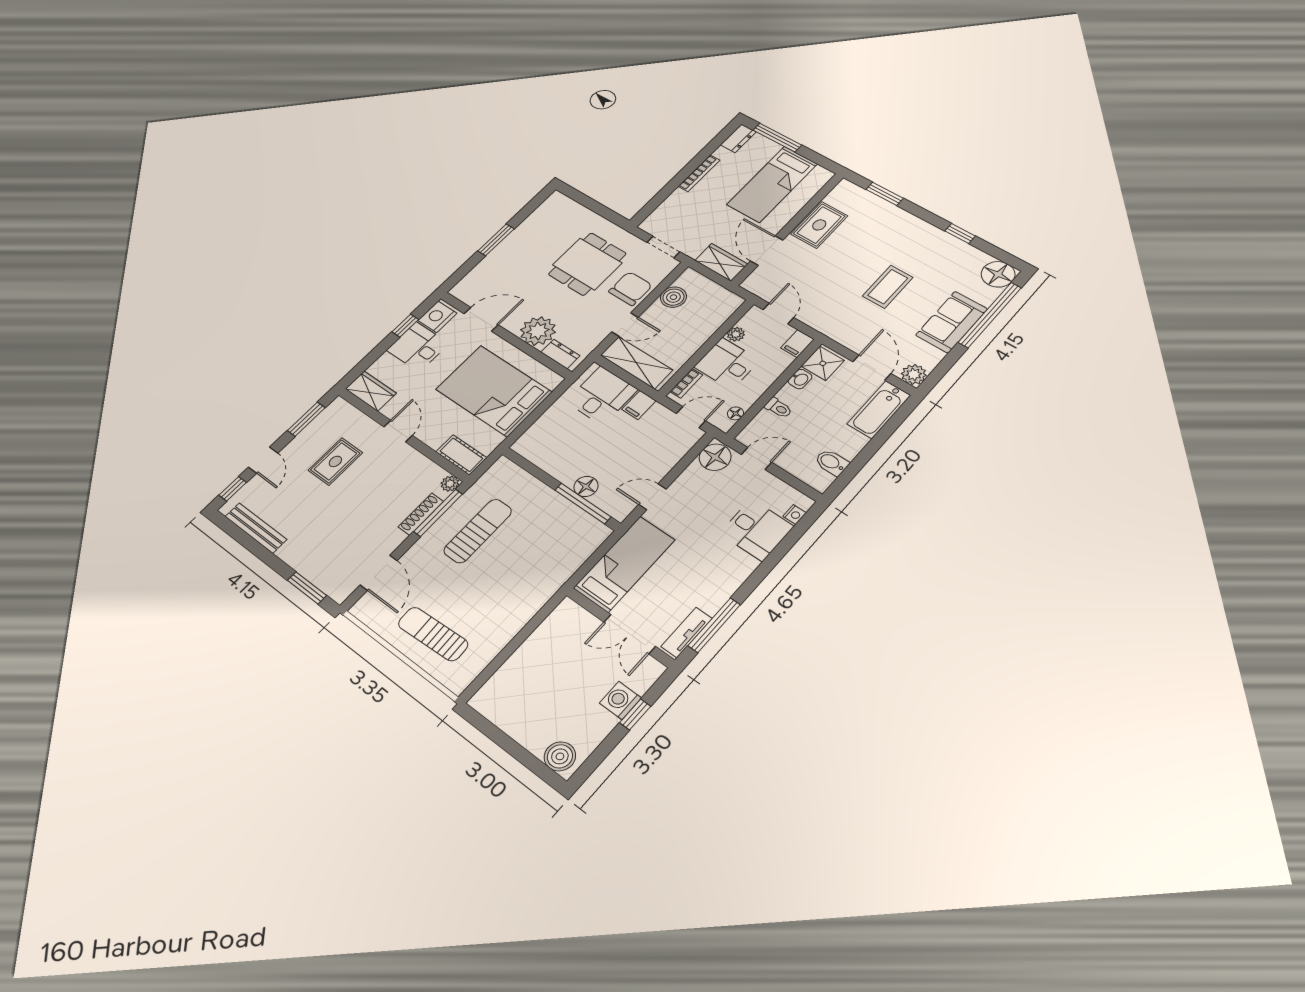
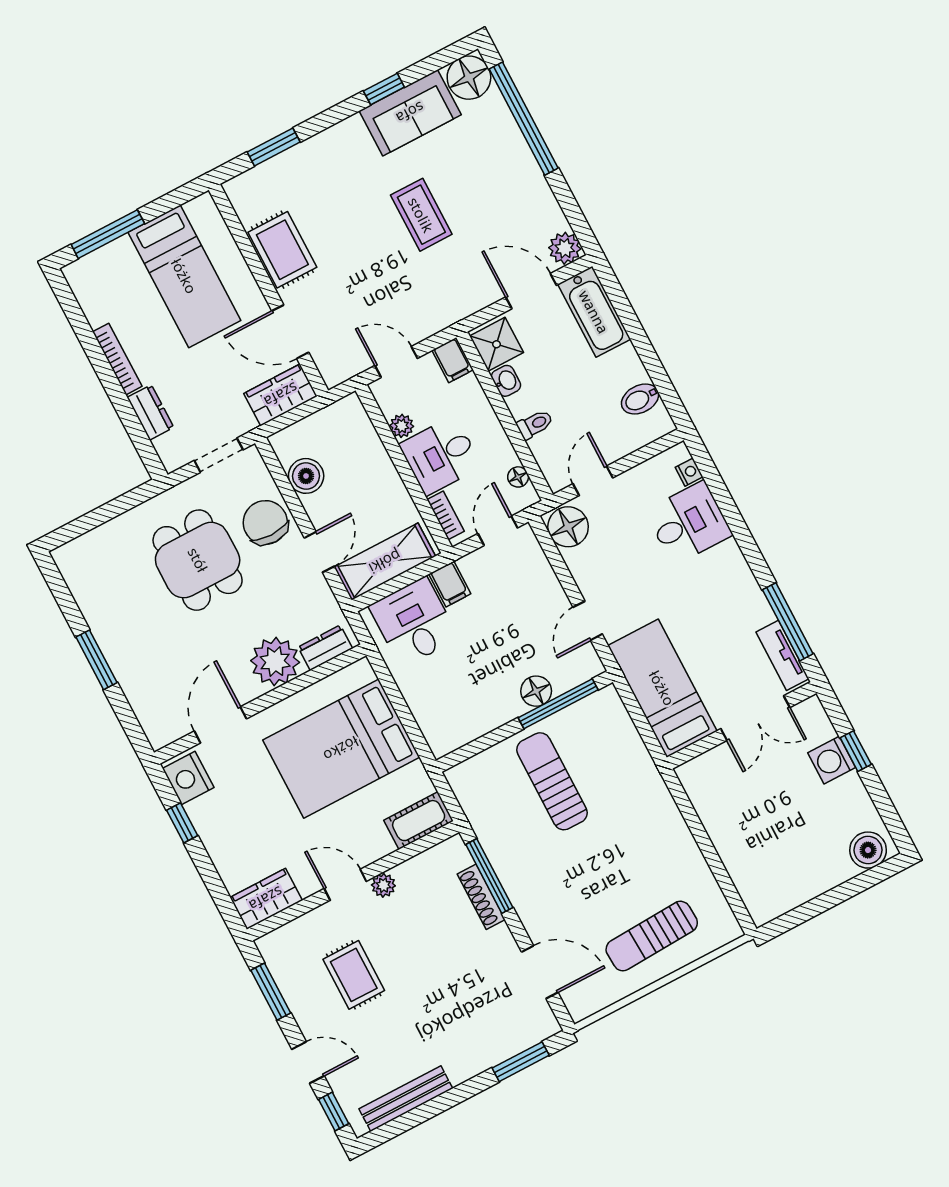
dresser: (738, 138) -> (150, 412), moved
sofa: (952, 322) -> (410, 113), moved, turned -90
desk: (418, 347) -> (225, 818), removed
plant: (450, 484) -> (383, 885), moved
sun lounger: (478, 531) -> (552, 781), moved

